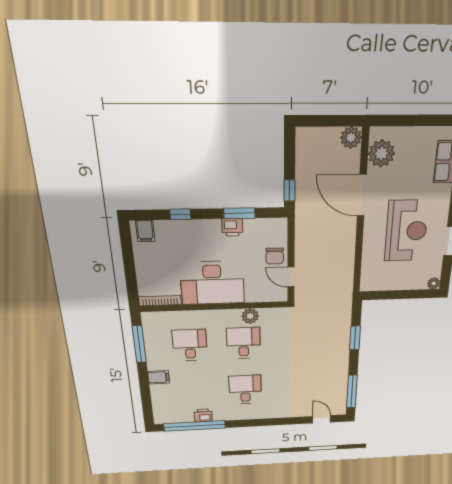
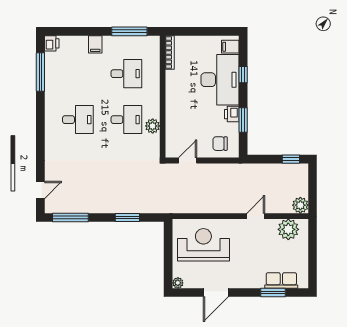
window: (290, 191) -> (291, 159), moved
door: (362, 195) -> (256, 216), width x0.53
reception desk: (406, 231) -> (203, 245), moved, turned 180
chair: (275, 256) -> (220, 144), moved
desk: (212, 283) -> (220, 80), moved, turned 180
printer: (203, 415) -> (52, 43), moved
window: (195, 426) -> (40, 72), width x0.68

